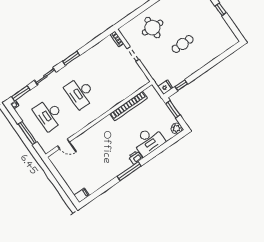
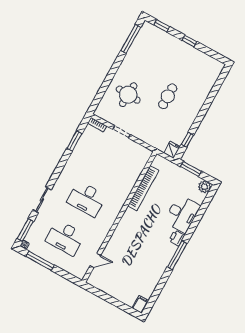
window: (71, 58) -> (74, 141), moved
window: (27, 133) -> (40, 261), moved

